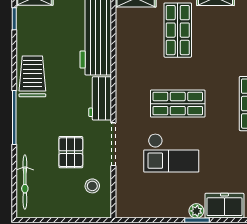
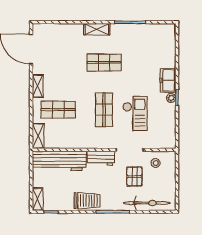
trolley: (32, 76) -> (87, 201), turned 180
pallet: (71, 152) -> (134, 176), turned 90
bicycle: (25, 182) -> (147, 203), width x1.37, depth x1.40

